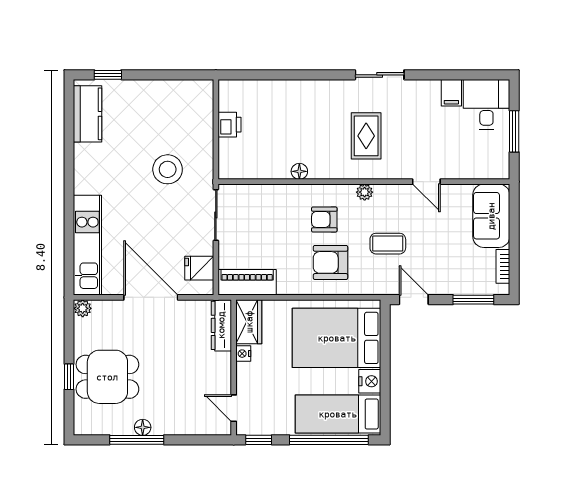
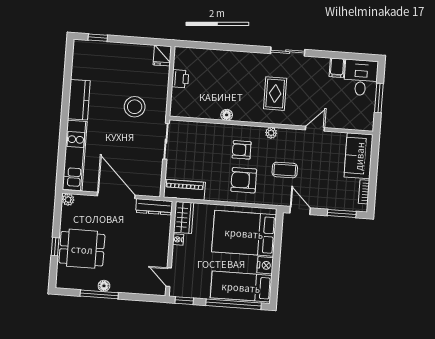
kitchen counter: (88, 114) -> (79, 100), moved
door: (426, 182) -> (315, 129), swing flipped
fridge: (199, 268) -> (162, 56), moved, turned -90
dresser: (221, 325) -> (154, 207), moved, turned -90

